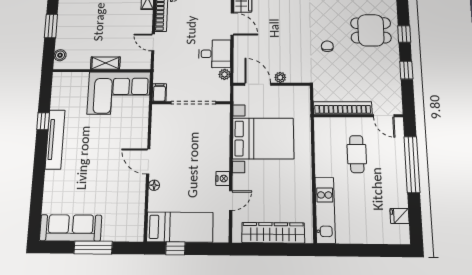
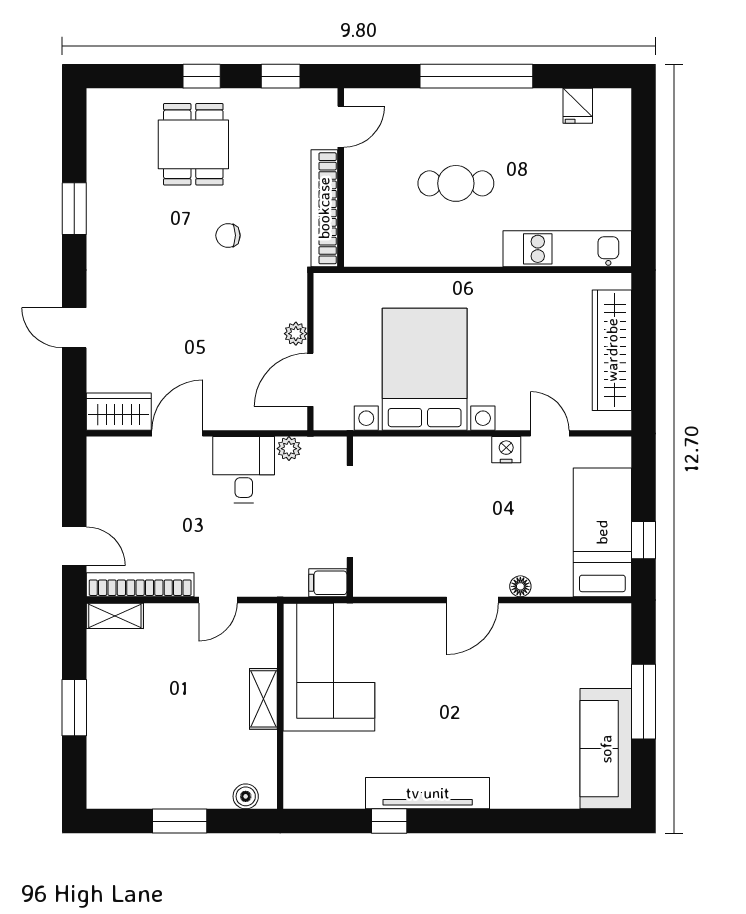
bookcase: (343, 108) -> (324, 208), moved
wall: (358, 116) -> (341, 178), moved
door: (384, 116) -> (341, 127), moved

